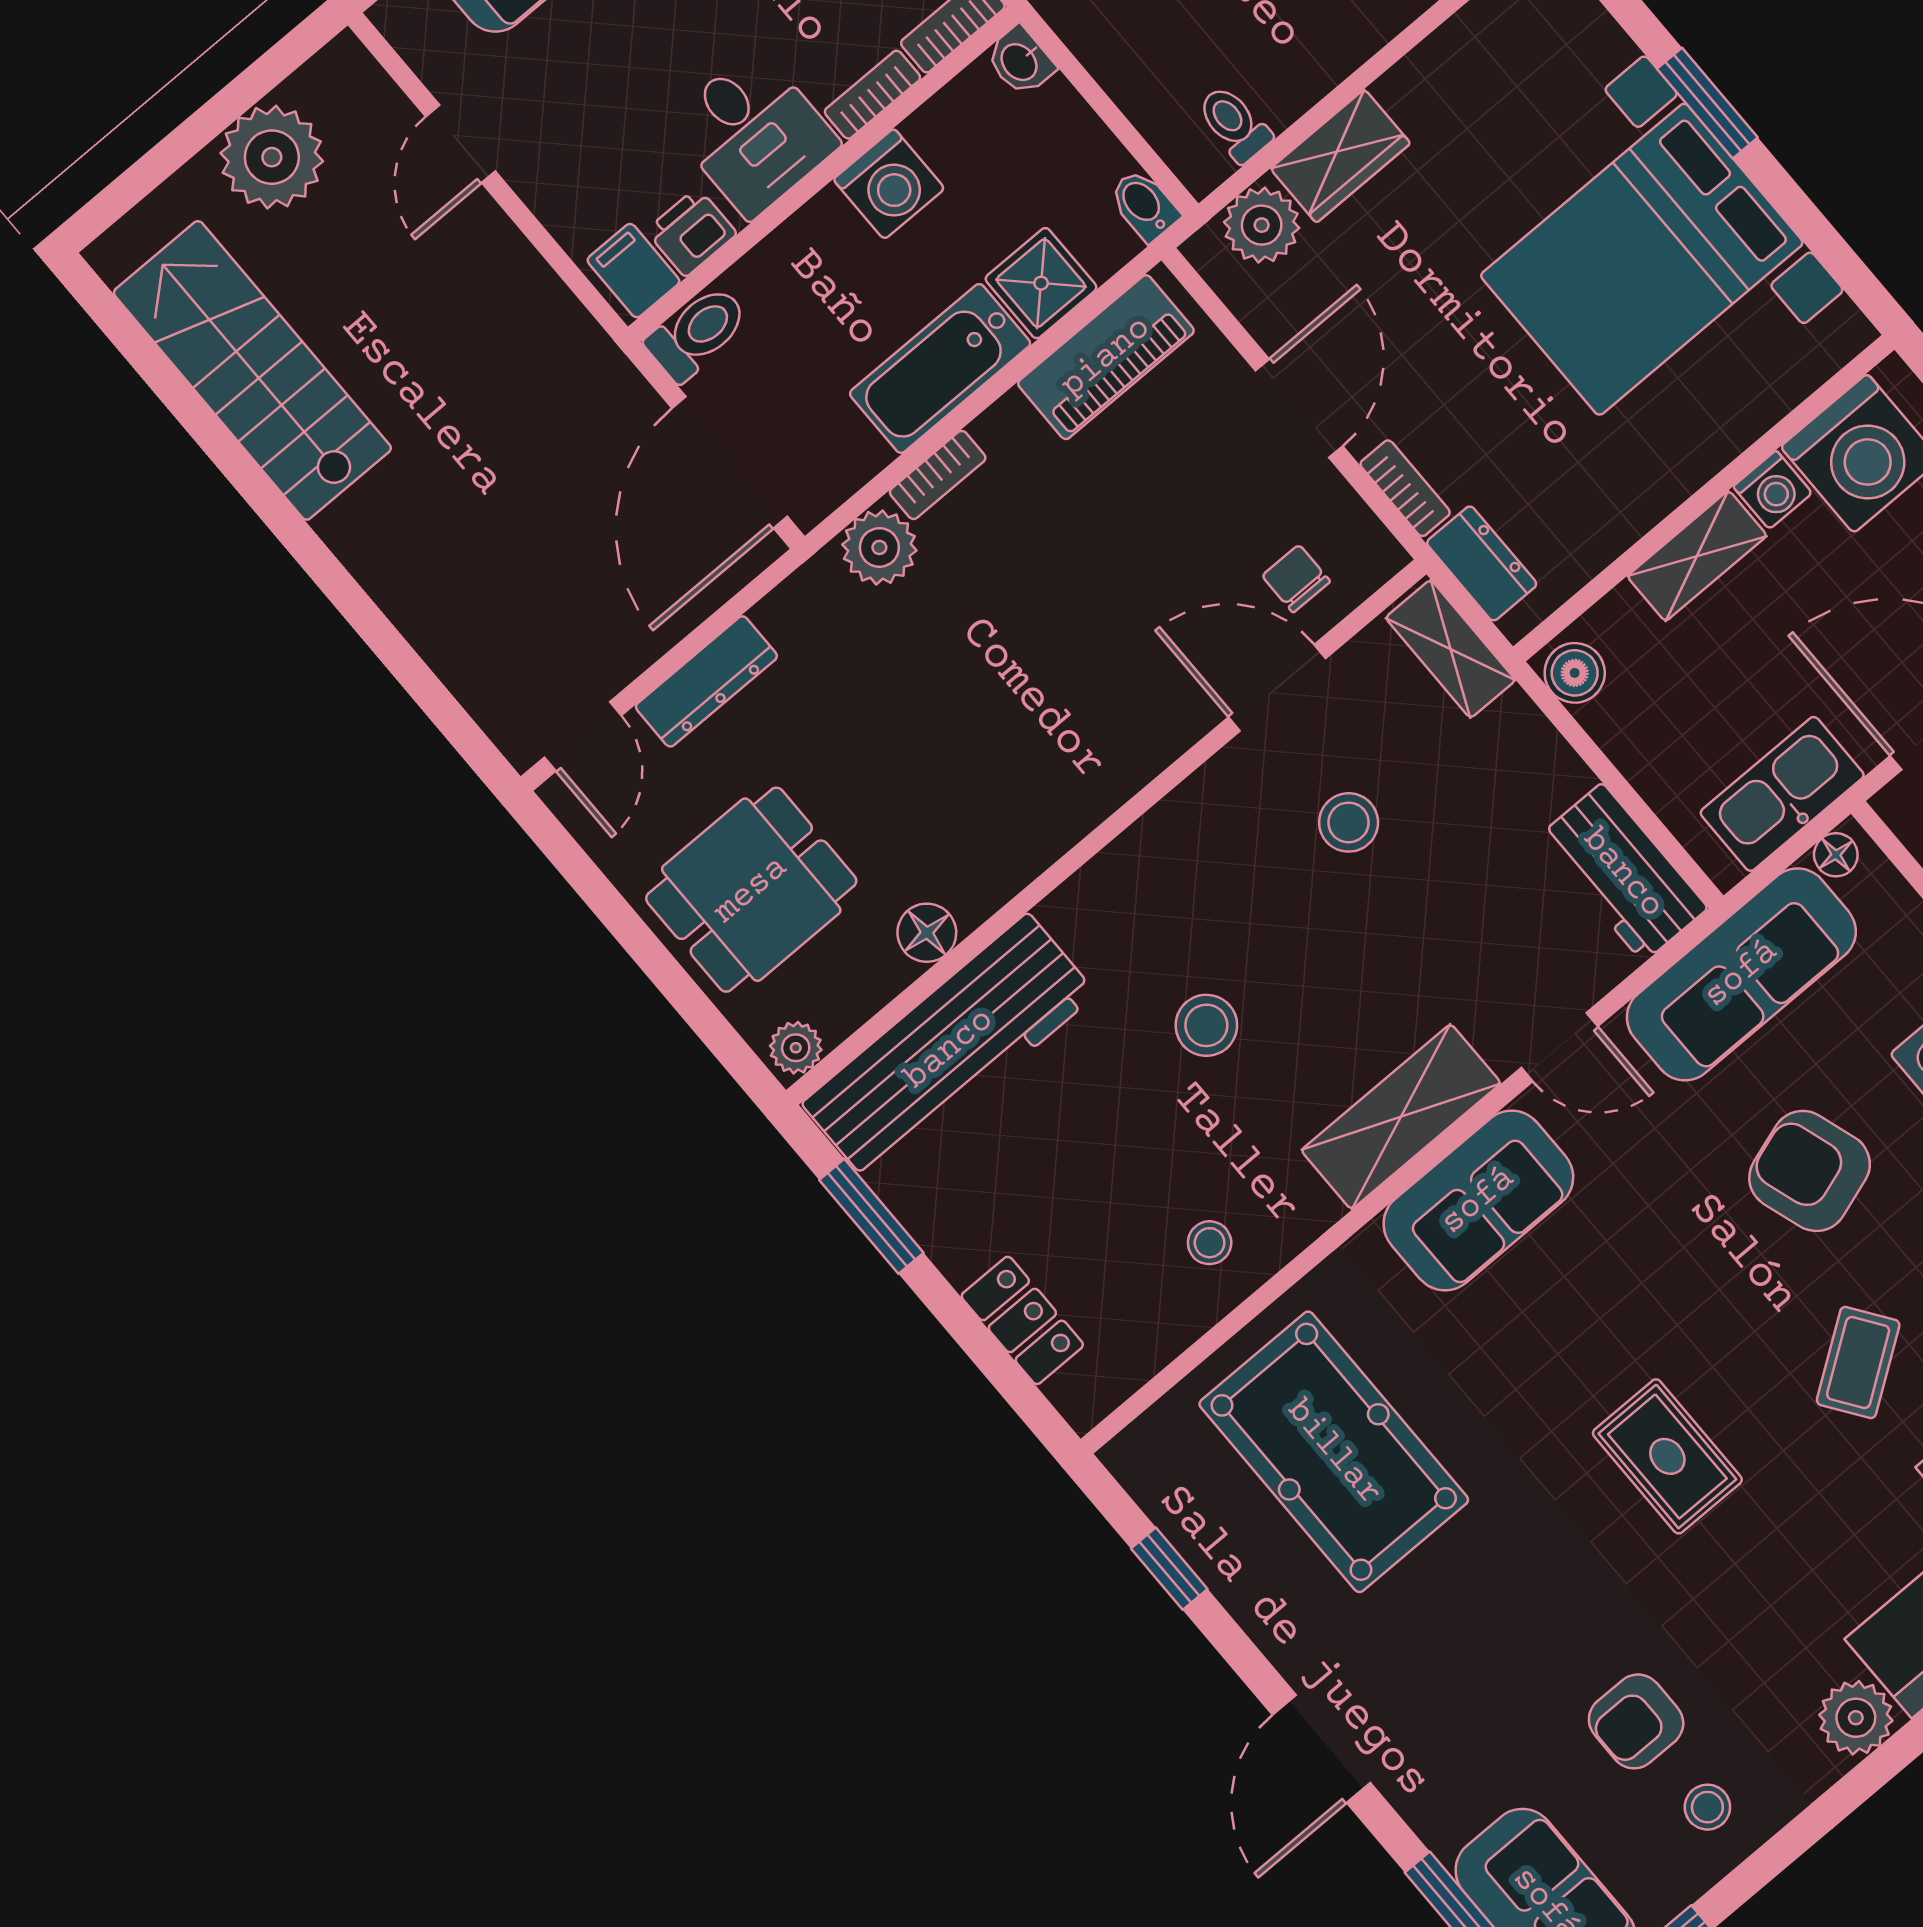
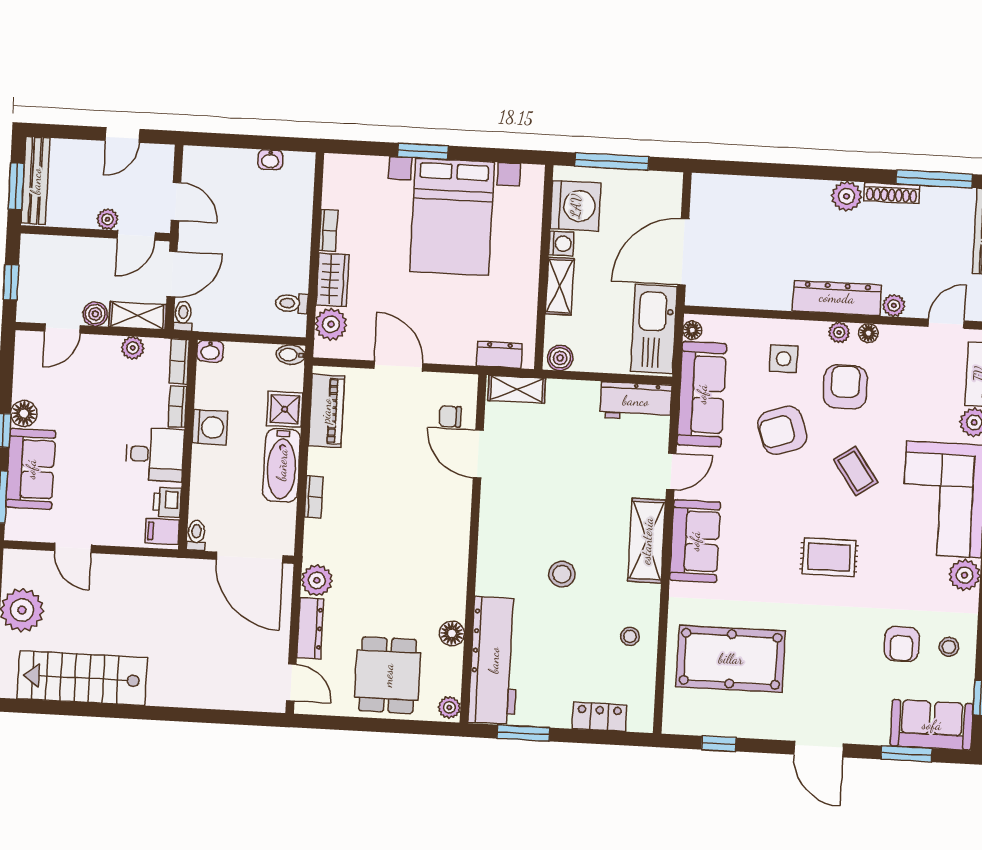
toilet: (697, 333) -> (196, 535), width x0.73, depth x0.72
bookcase: (1405, 488) -> (328, 230), moved, turned 90
plant: (879, 547) -> (317, 580), moved
door: (1277, 688) -> (478, 454), hinge flipped
kitchen sink: (1782, 794) -> (654, 329), width x1.36, depth x1.24
stool: (1349, 822) -> (541, 471), removed

